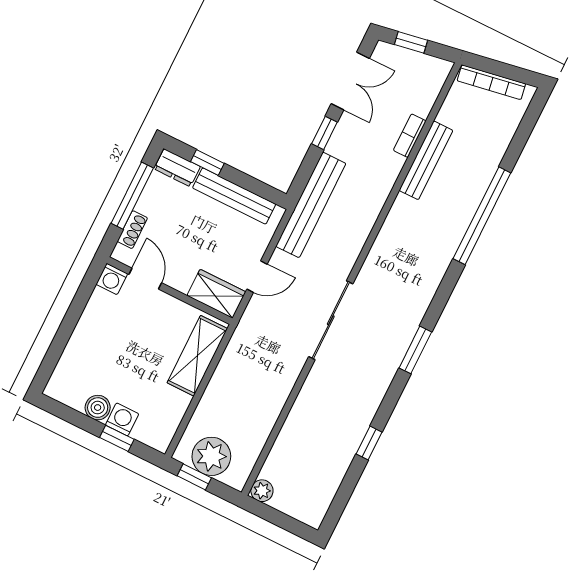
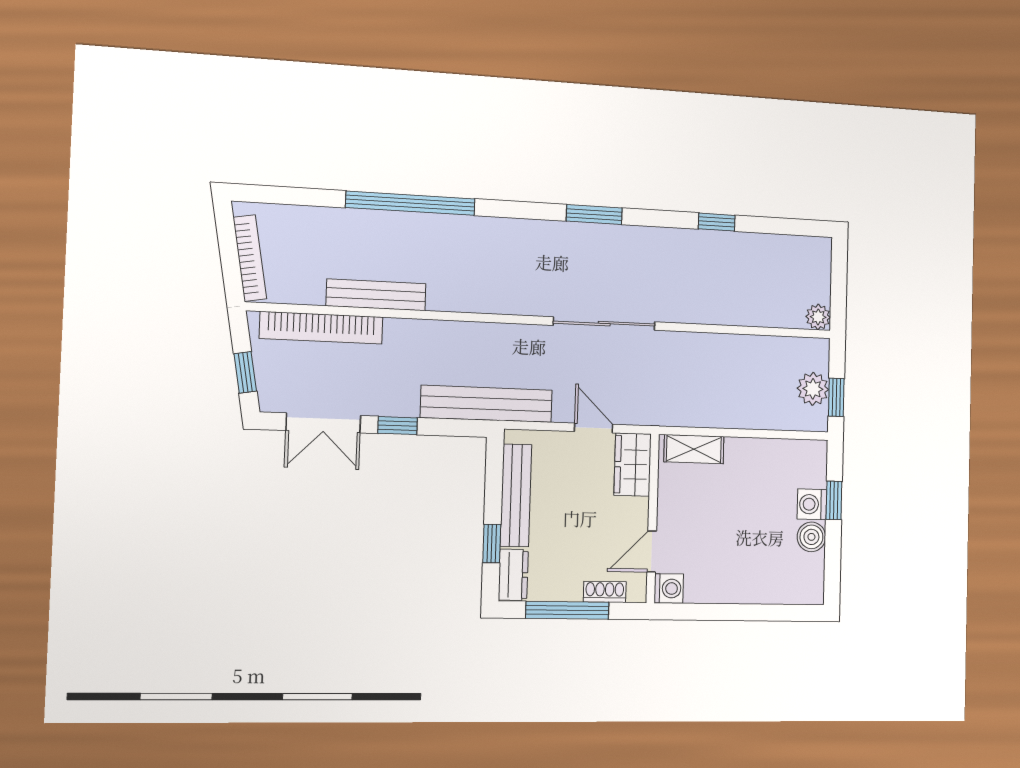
double door: (350, 81) -> (323, 423), swing flipped
bookcase: (410, 136) -> (321, 328), width x2.31, depth x1.31
shelving: (197, 356) -> (694, 449), width x0.67, depth x0.75
plant: (211, 456) -> (813, 389), width x0.73, depth x0.73

